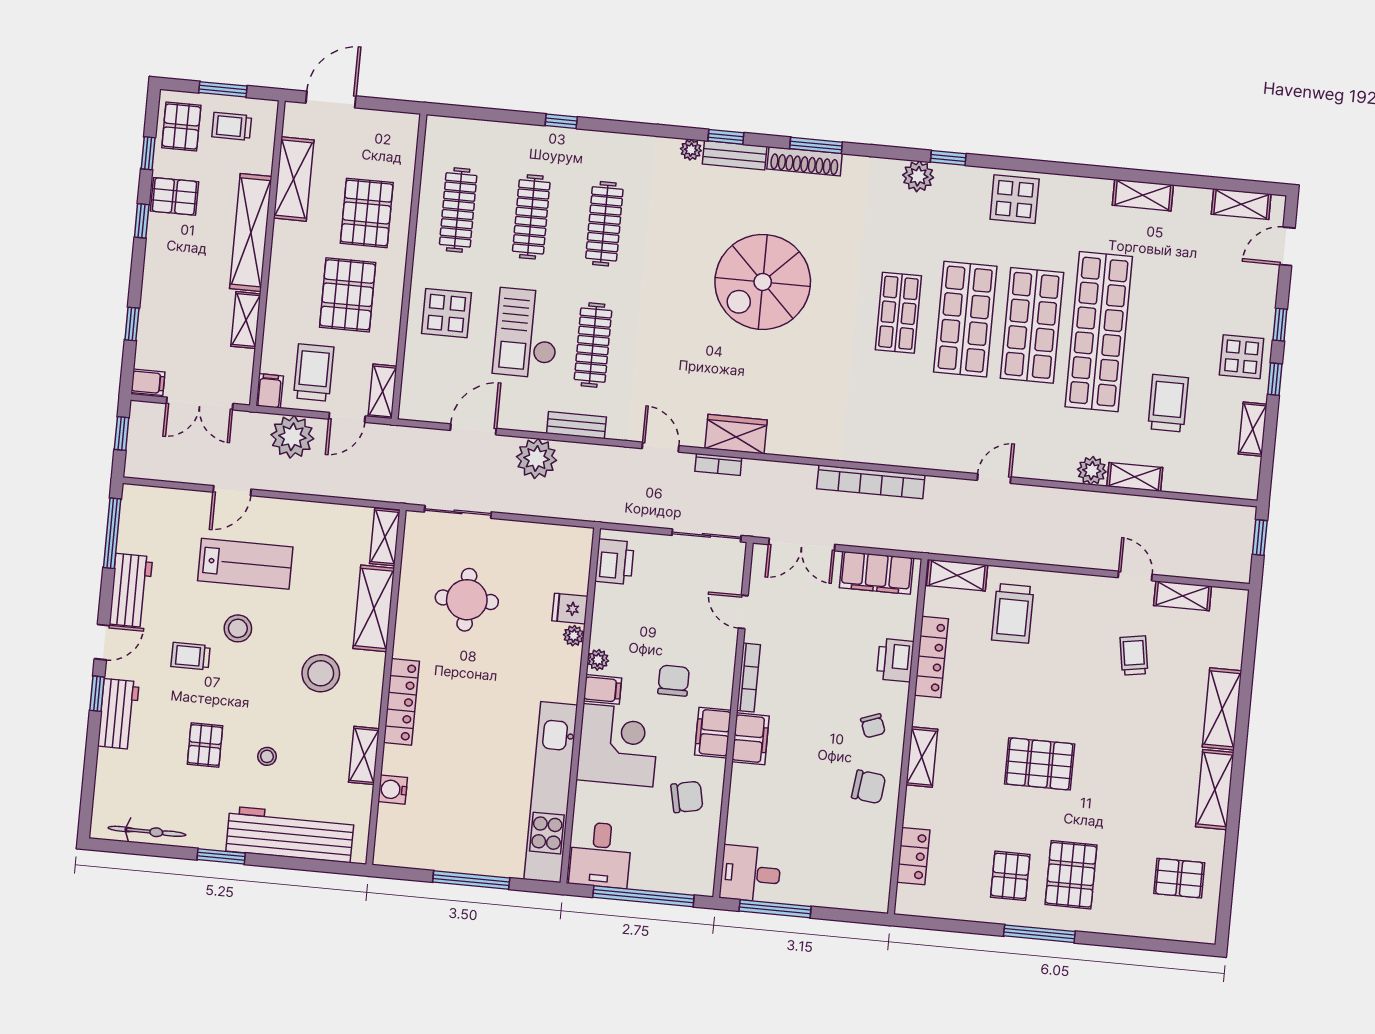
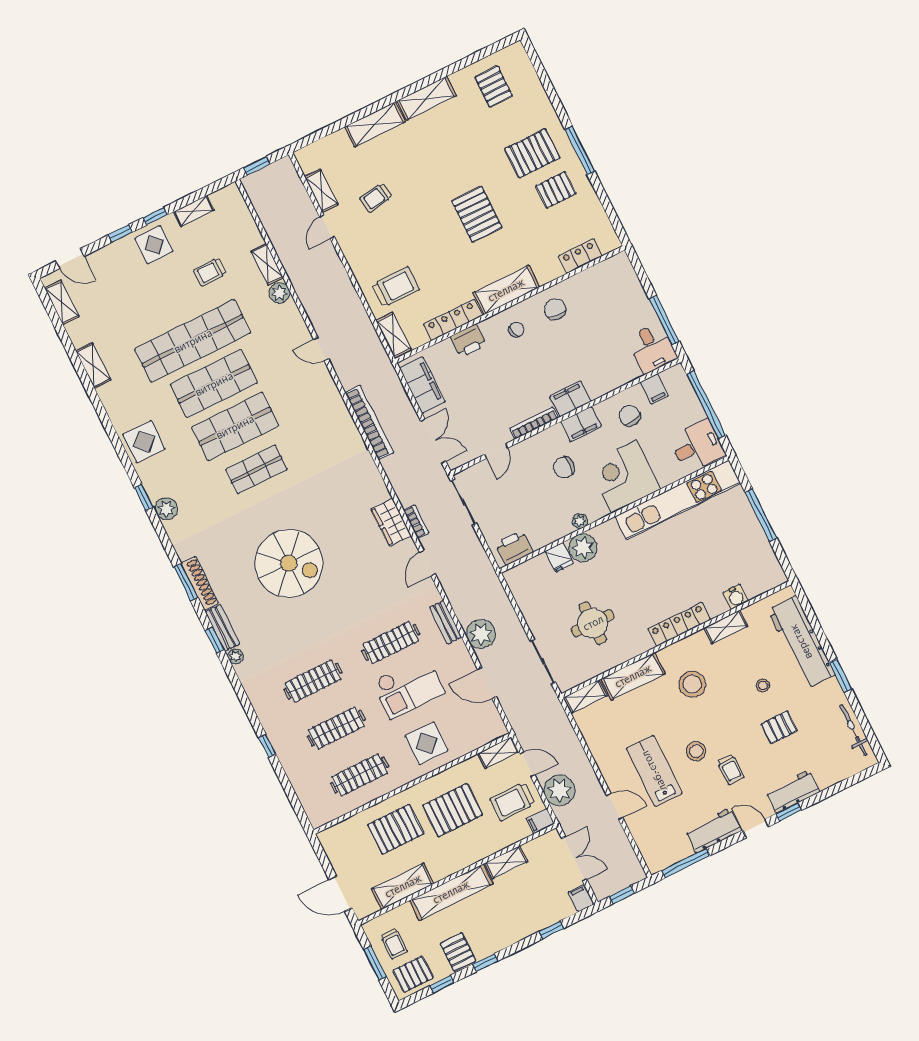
trolley: (1168, 403) -> (210, 272), width x0.73, depth x0.72
plant: (574, 636) -> (583, 548), width x1.87, depth x1.87
filing cabinet: (603, 689) -> (654, 389), moved, turned 180
shelving: (922, 757) -> (506, 290), width x1.50, depth x1.33

